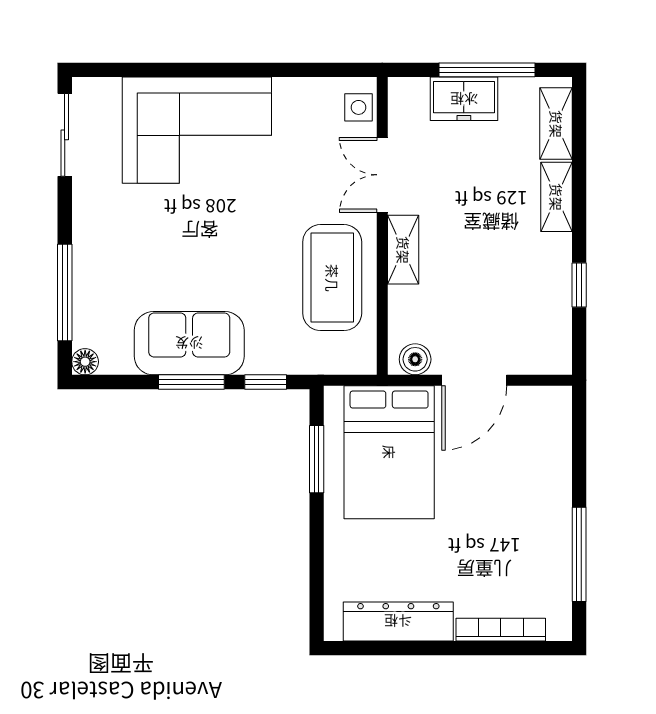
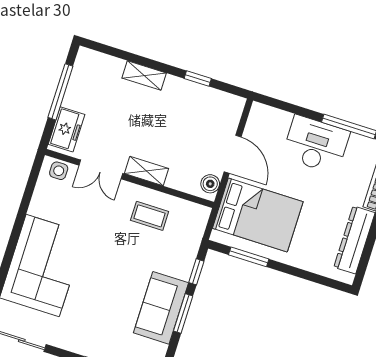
freezer: (464, 99) -> (66, 129), moved
shelving: (556, 124) -> (103, 63), removed
coffee table: (332, 278) -> (150, 216), width x0.54, depth x0.58
desk: (533, 510) -> (316, 145), added

